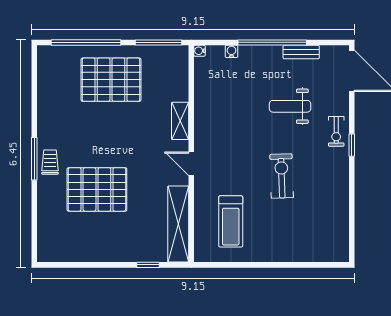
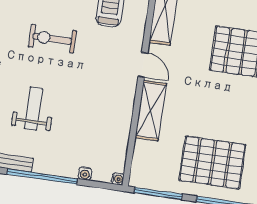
weight bench: (290, 106) -> (33, 109), turned -90
shelving: (180, 121) -> (151, 111), width x1.50, depth x1.33
exercise bike: (282, 176) -> (52, 39), turned 92

